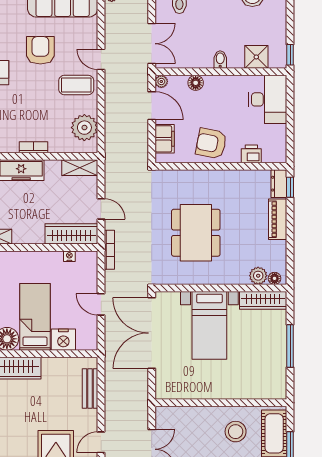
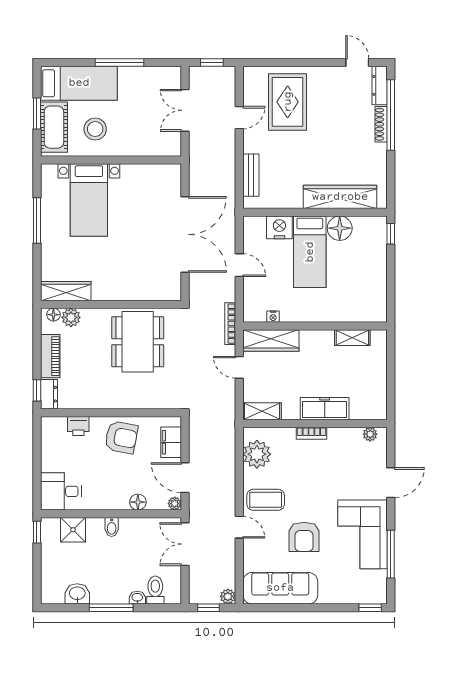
desk: (268, 99) -> (61, 491), width x0.73
plant: (258, 276) -> (71, 317), moved
floor lamp: (275, 278) -> (53, 315), moved
wall: (221, 288) -> (111, 304), moved
wardrobe: (263, 300) -> (66, 291), moved
bed with nightstands: (209, 325) -> (89, 200), moved, turned 180

